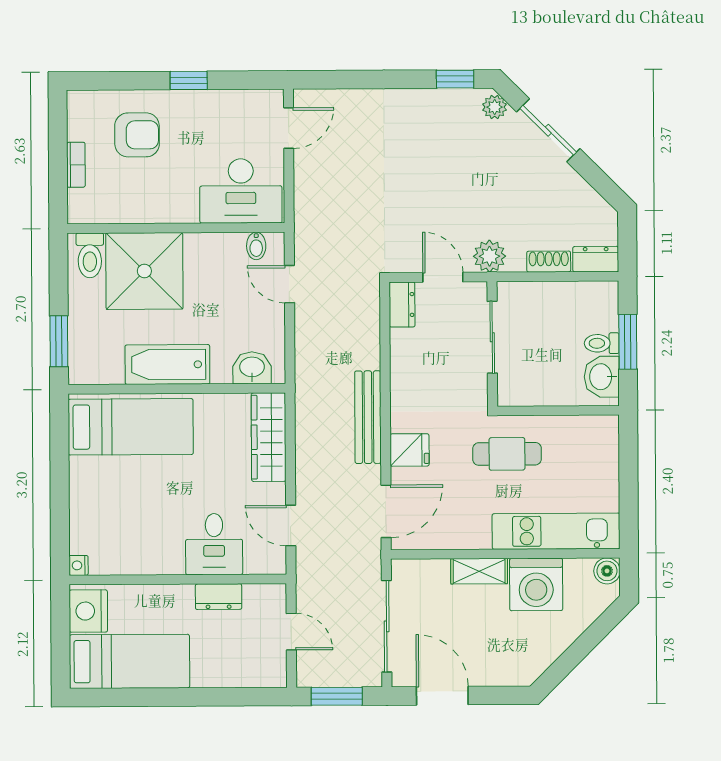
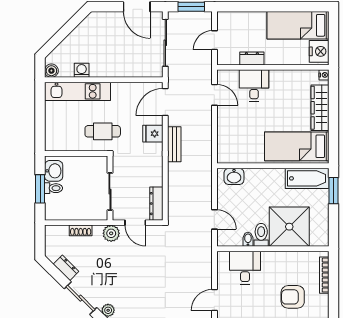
bookcase: (76, 165) -> (324, 275), width x1.56
desk: (241, 191) -> (245, 268), width x0.73
bidet: (256, 246) -> (248, 239), moved
toilet: (90, 255) -> (261, 235), moved
dresser: (596, 259) -> (66, 268), moved, turned -135
dresser: (402, 305) -> (156, 204), width x1.44
bathtub: (167, 364) -> (307, 178), moved
bench: (368, 417) -> (174, 144), width x0.73
wardrobe: (269, 437) -> (320, 108), moved, turned 180
shelving: (479, 571) -> (117, 71), removed
washing machine: (536, 585) -> (82, 70), width x0.53, depth x0.53
door: (291, 632) -> (214, 40), hinge flipped

